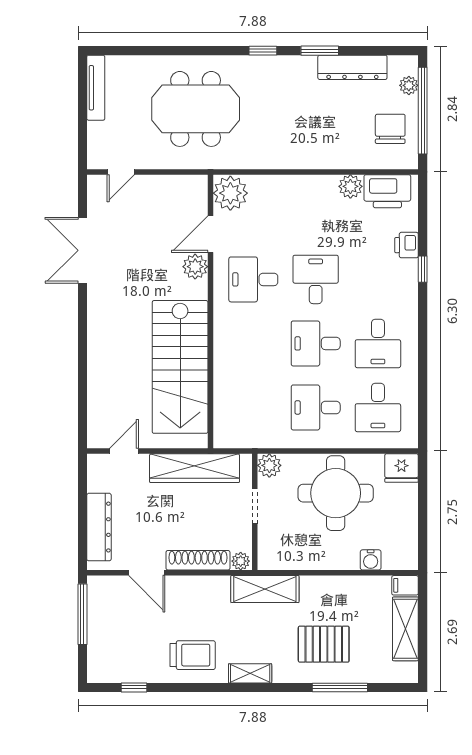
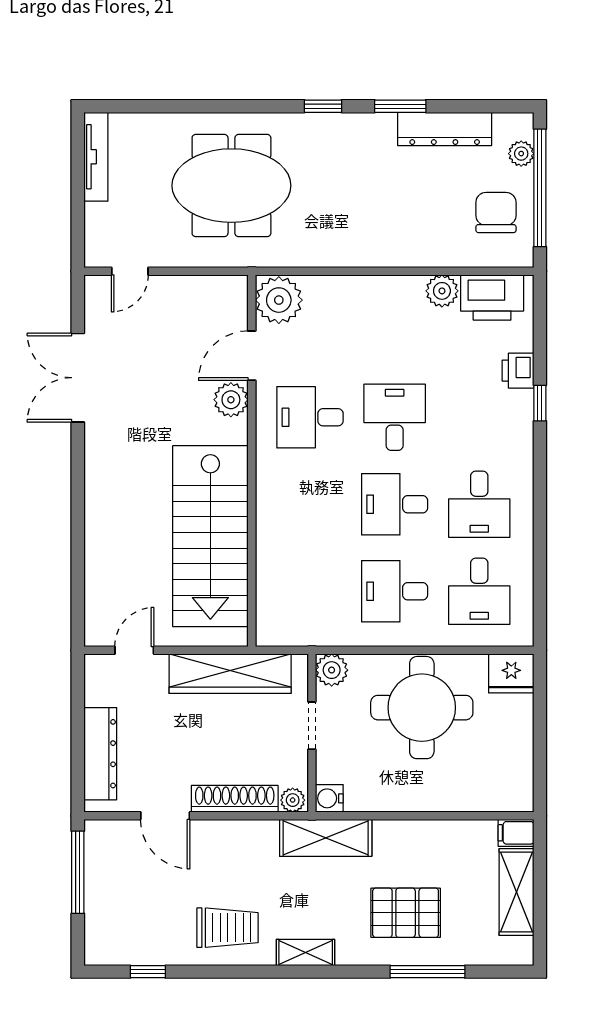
water cooler: (371, 560) -> (329, 798), moved, turned 90

